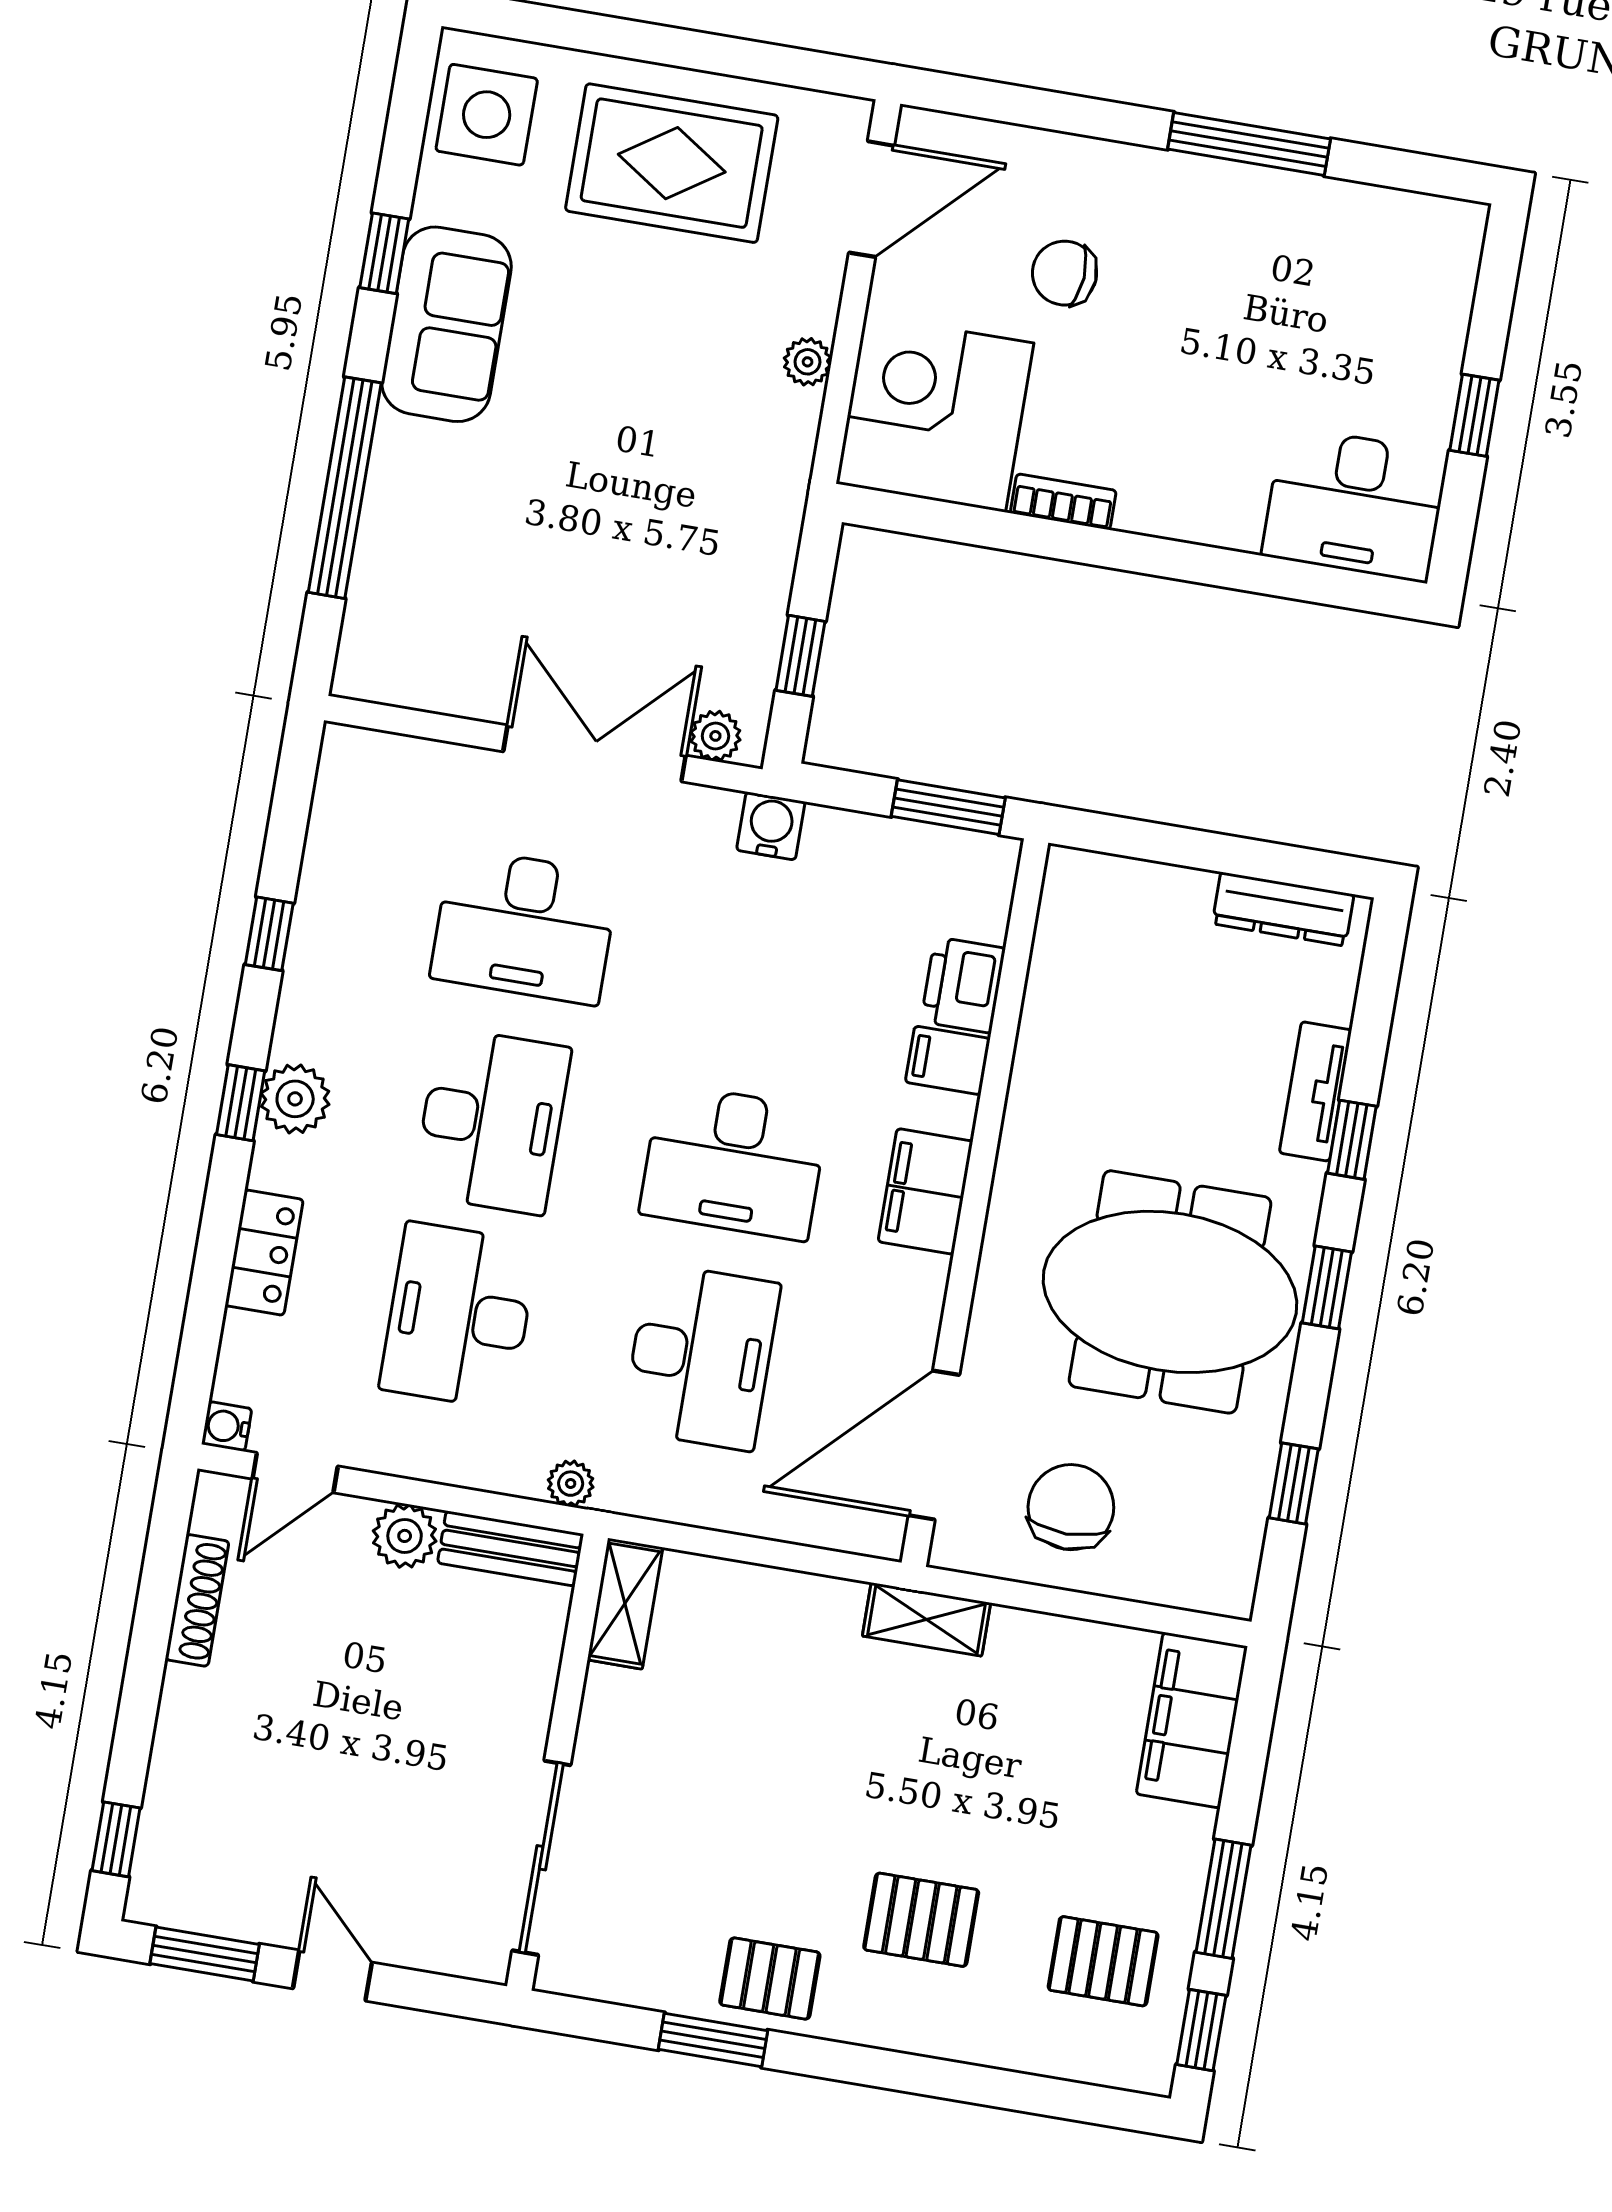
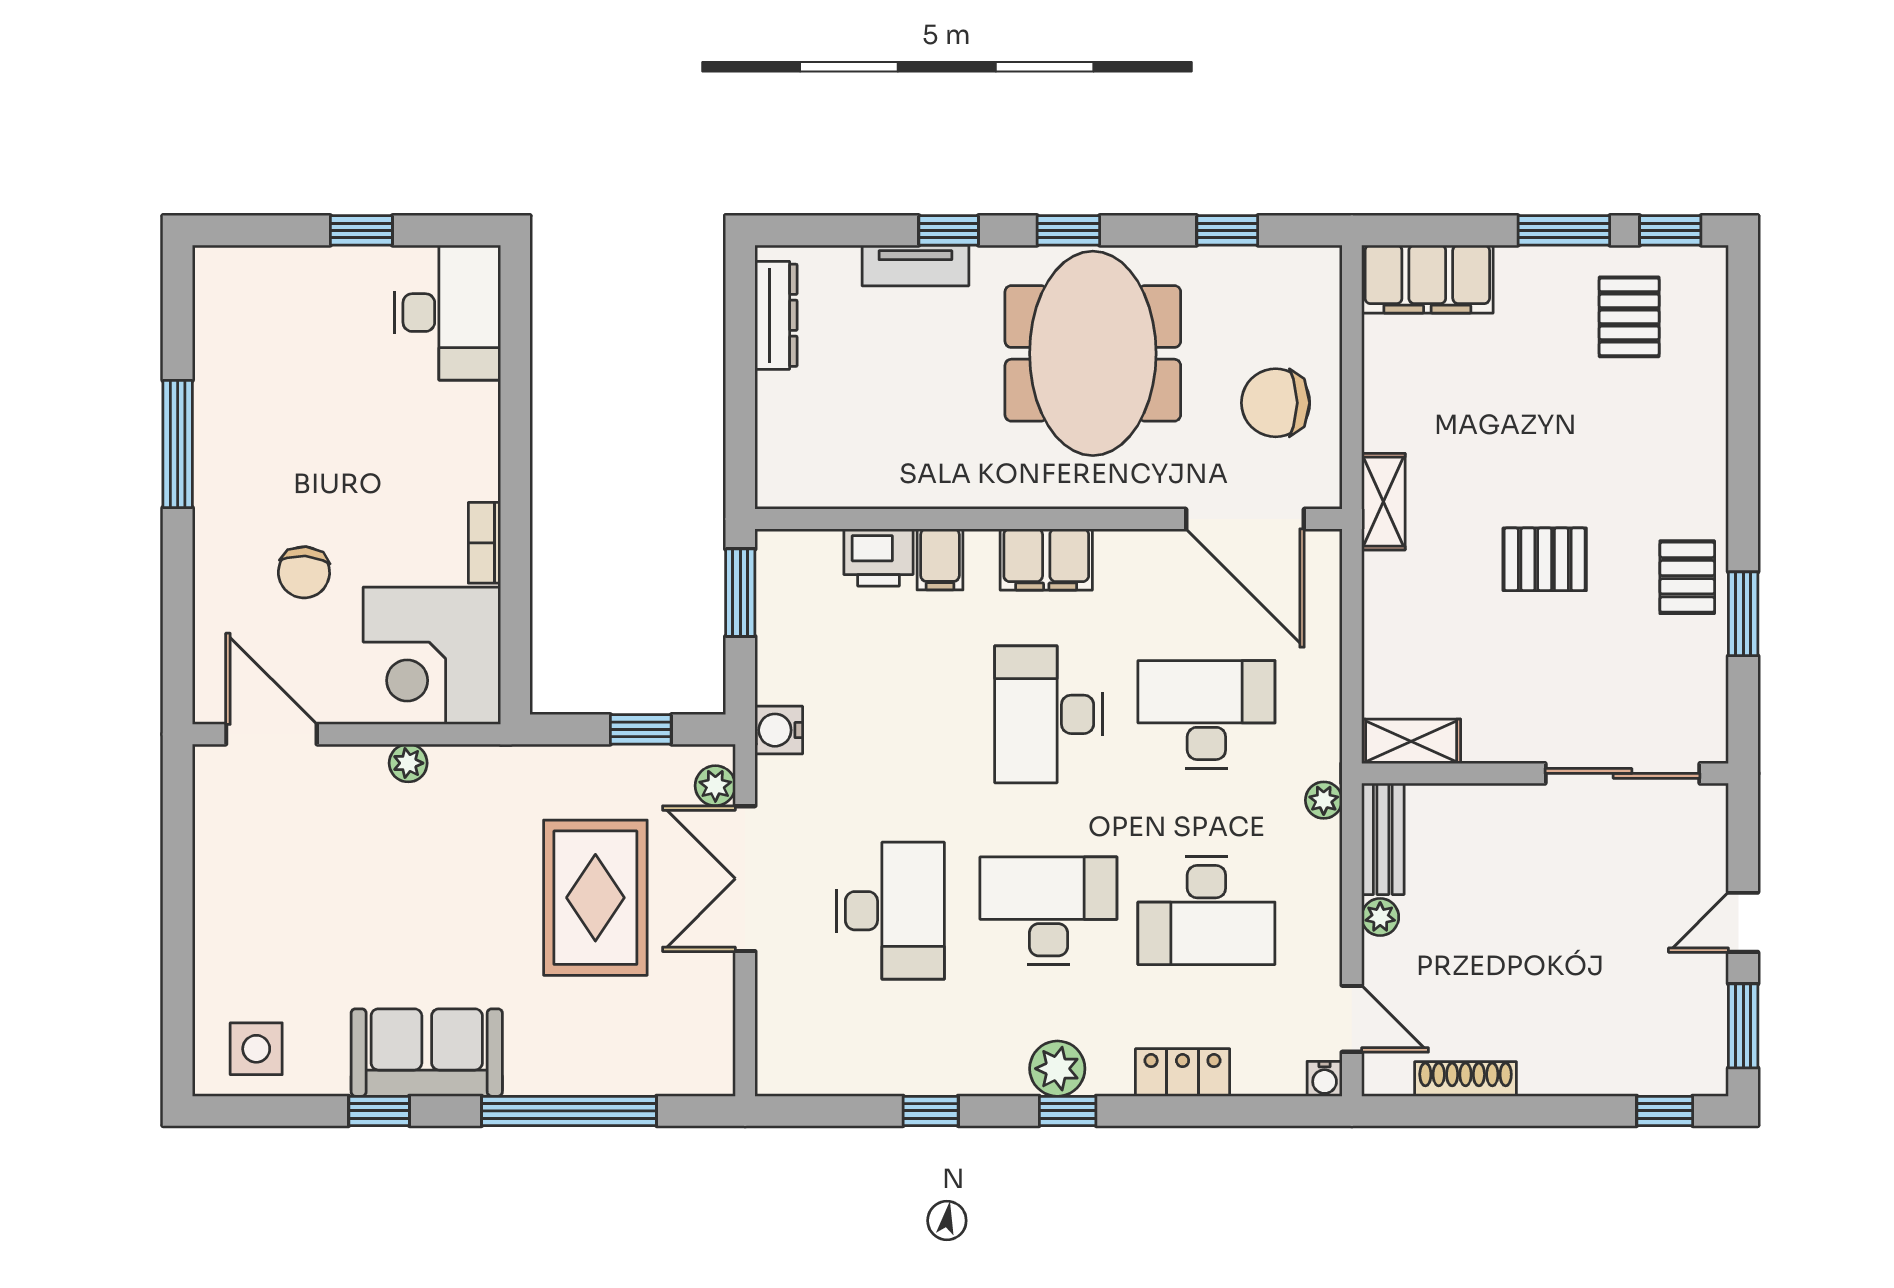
side table: (487, 115) -> (256, 1049), width x0.73, depth x0.73
rug: (672, 163) -> (595, 898), moved
desk: (734, 1162) -> (1048, 714), turned 180
plant: (405, 1536) -> (1380, 917), width x0.73, depth x0.73
pallet: (921, 1920) -> (1545, 559), moved, turned 90

